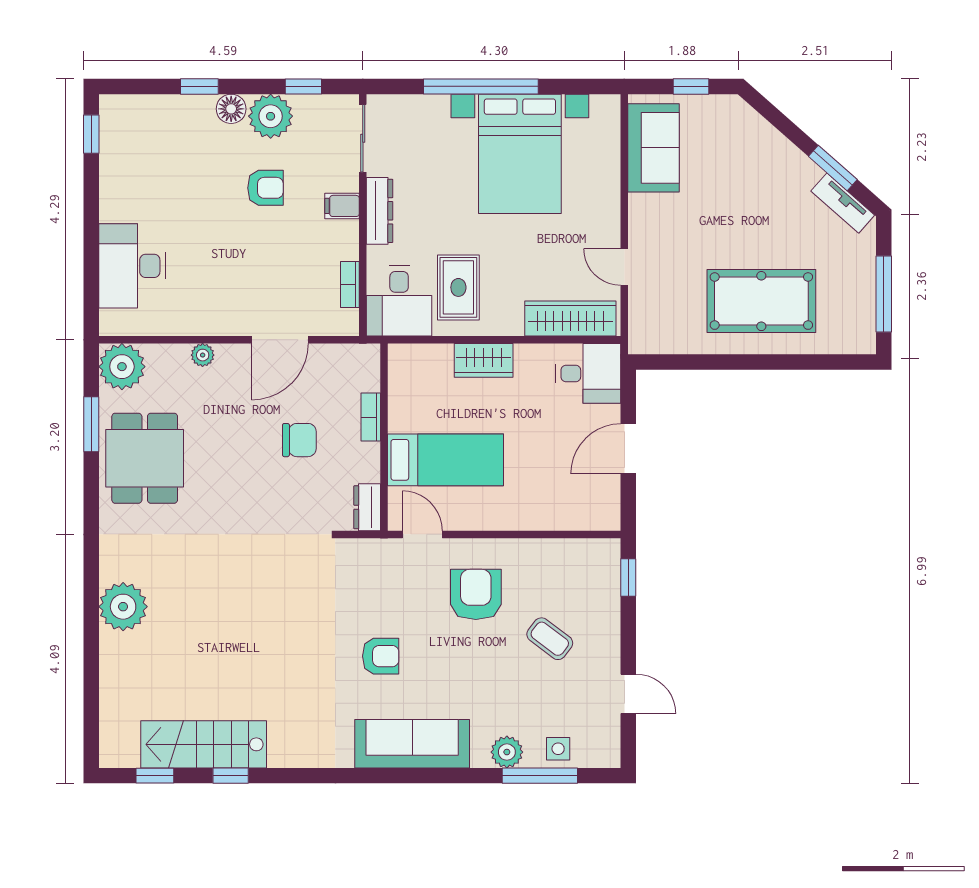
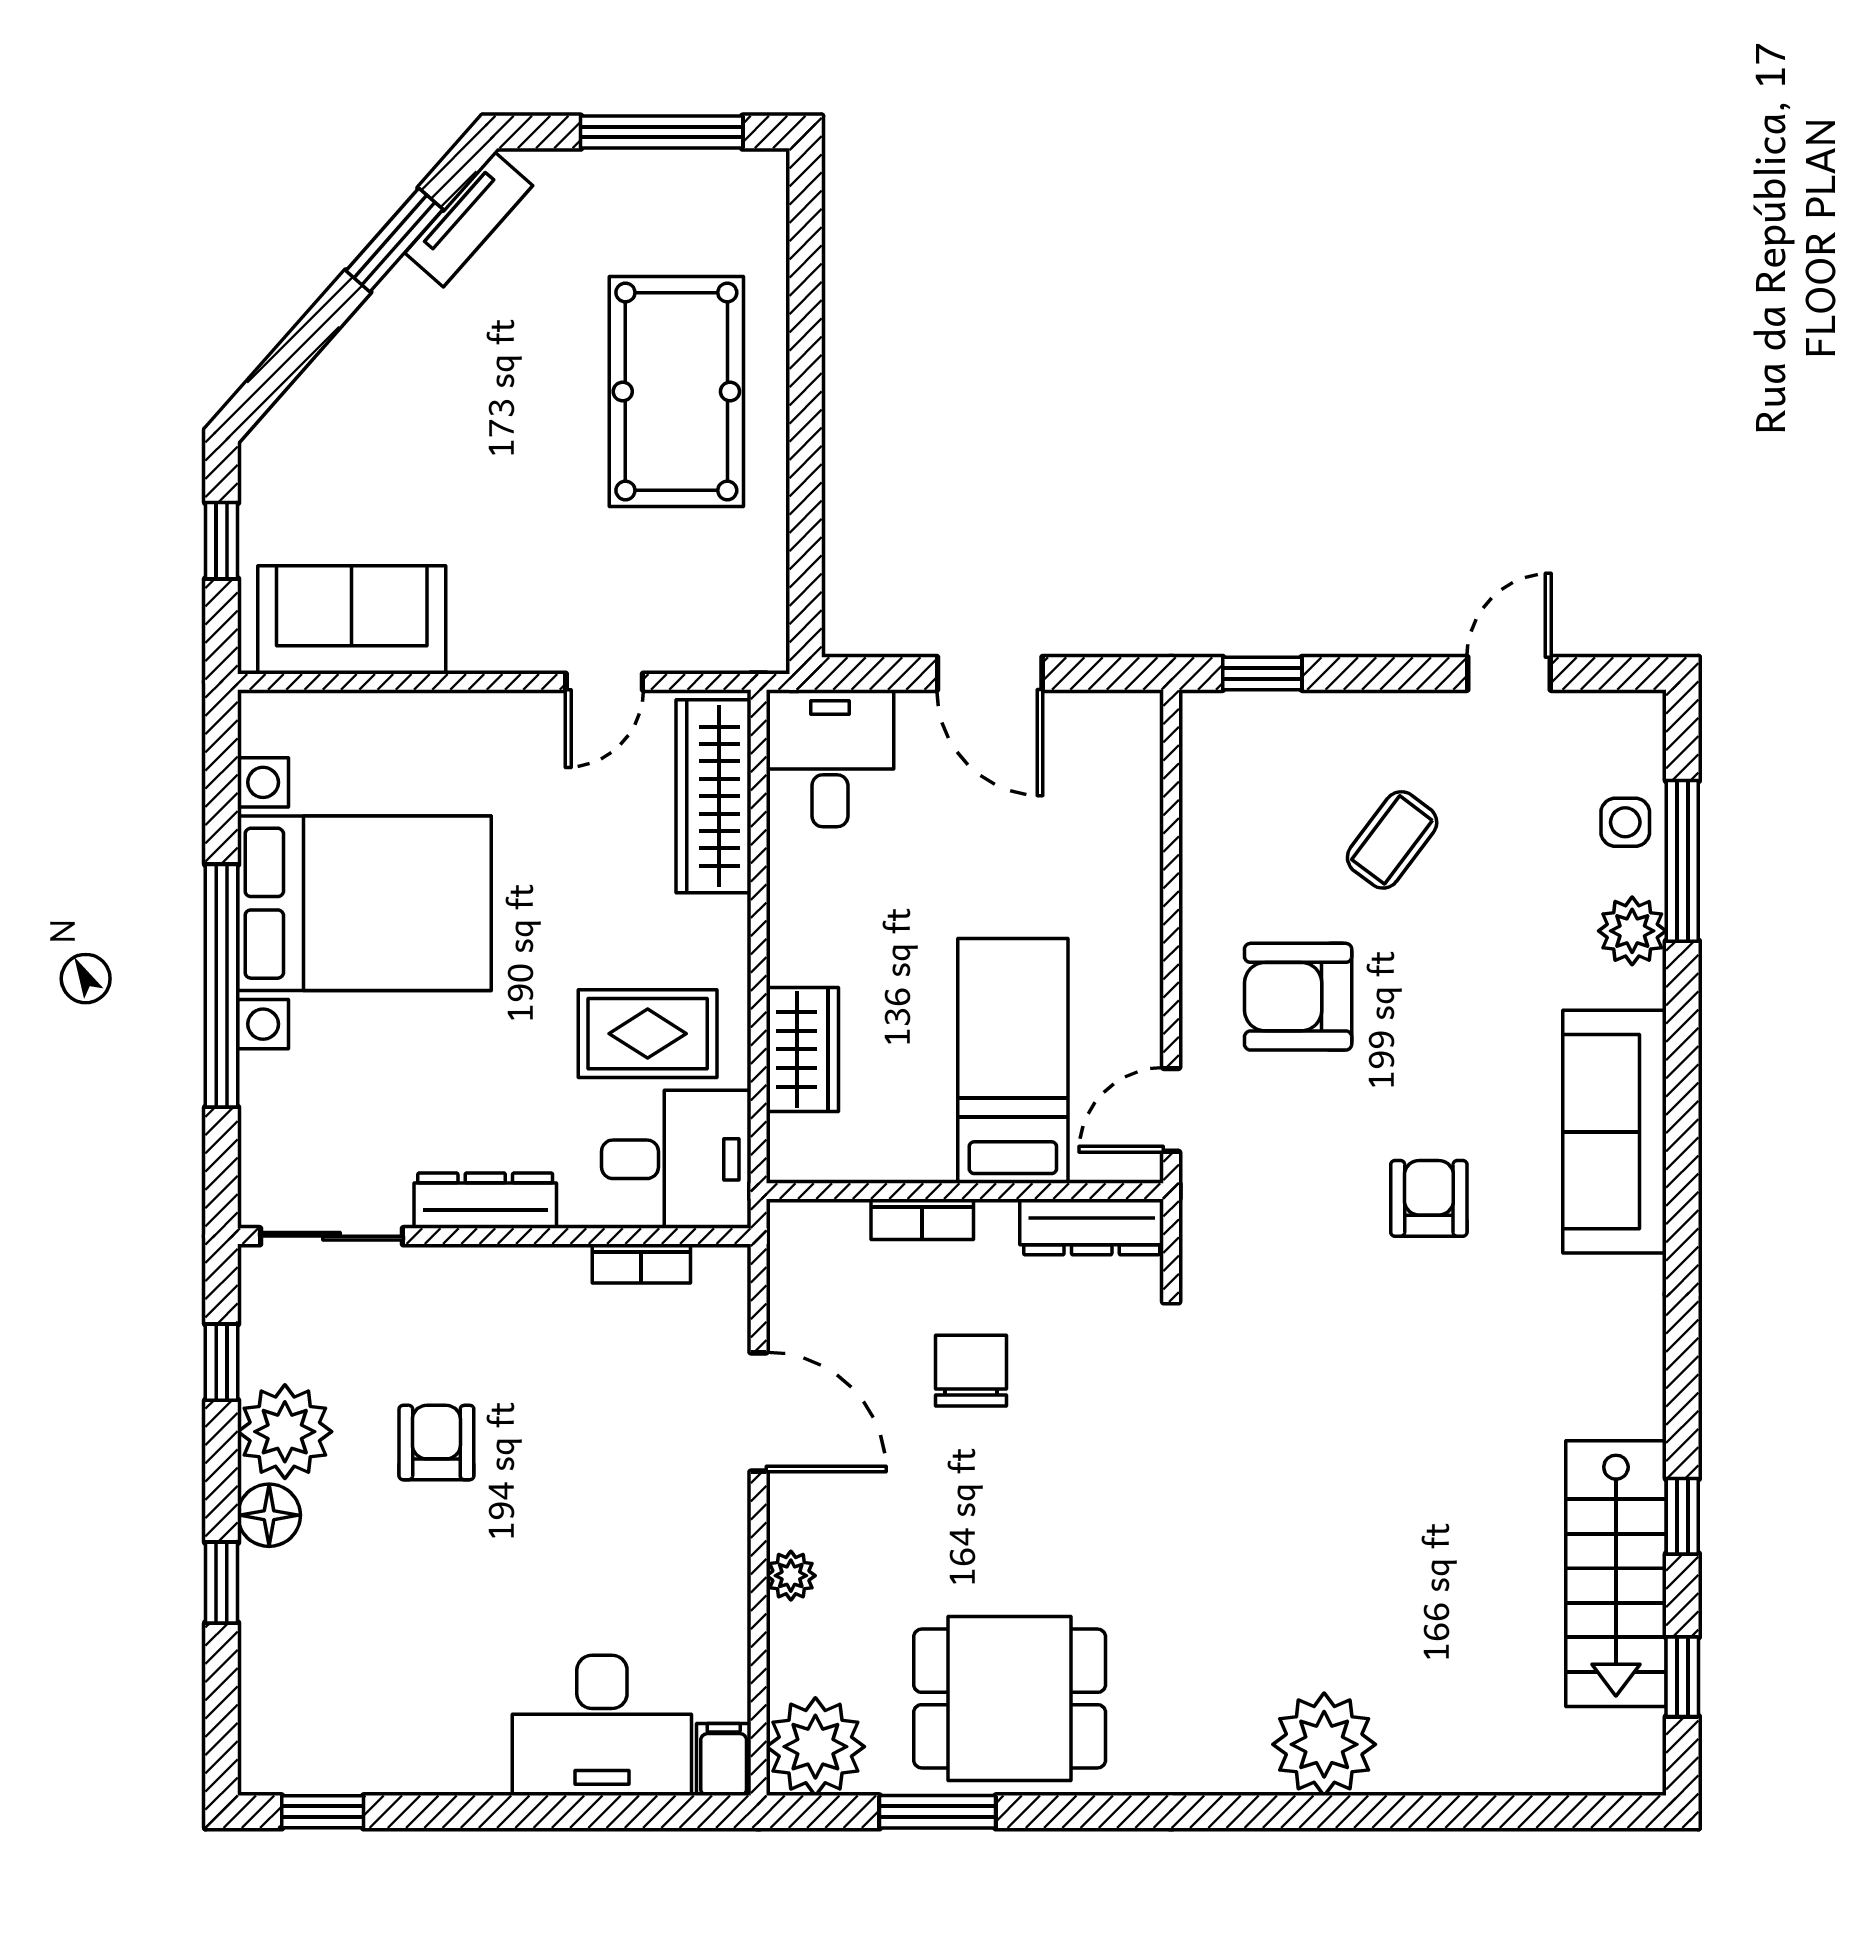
filing cabinet: (342, 206) -> (724, 1760), moved, turned 180
wardrobe: (484, 360) -> (802, 1049), moved
dresser: (367, 507) -> (1092, 1227), width x1.44

